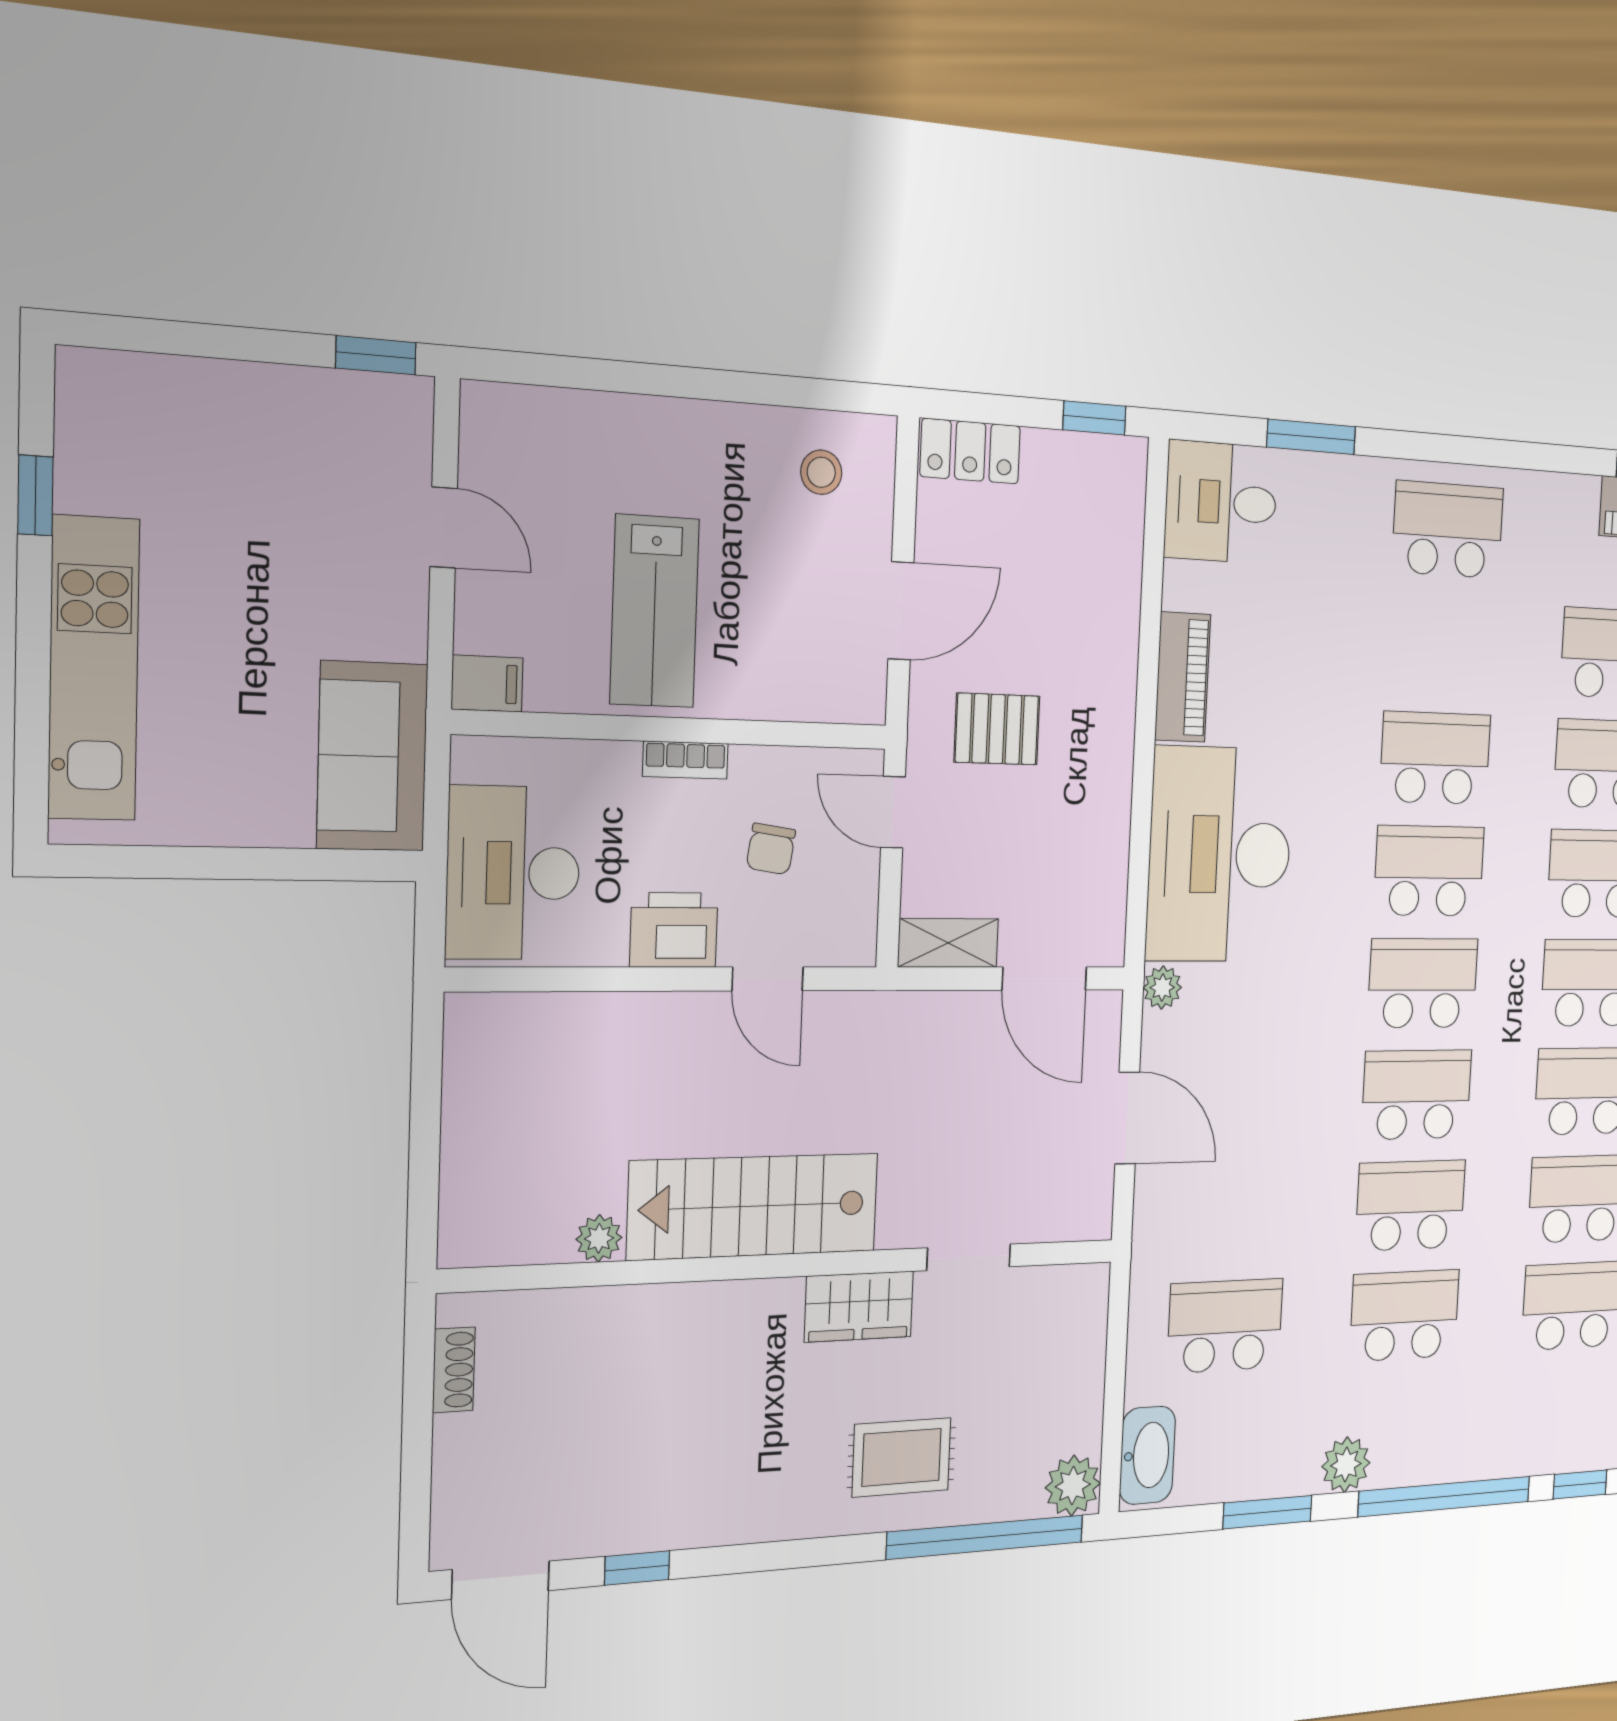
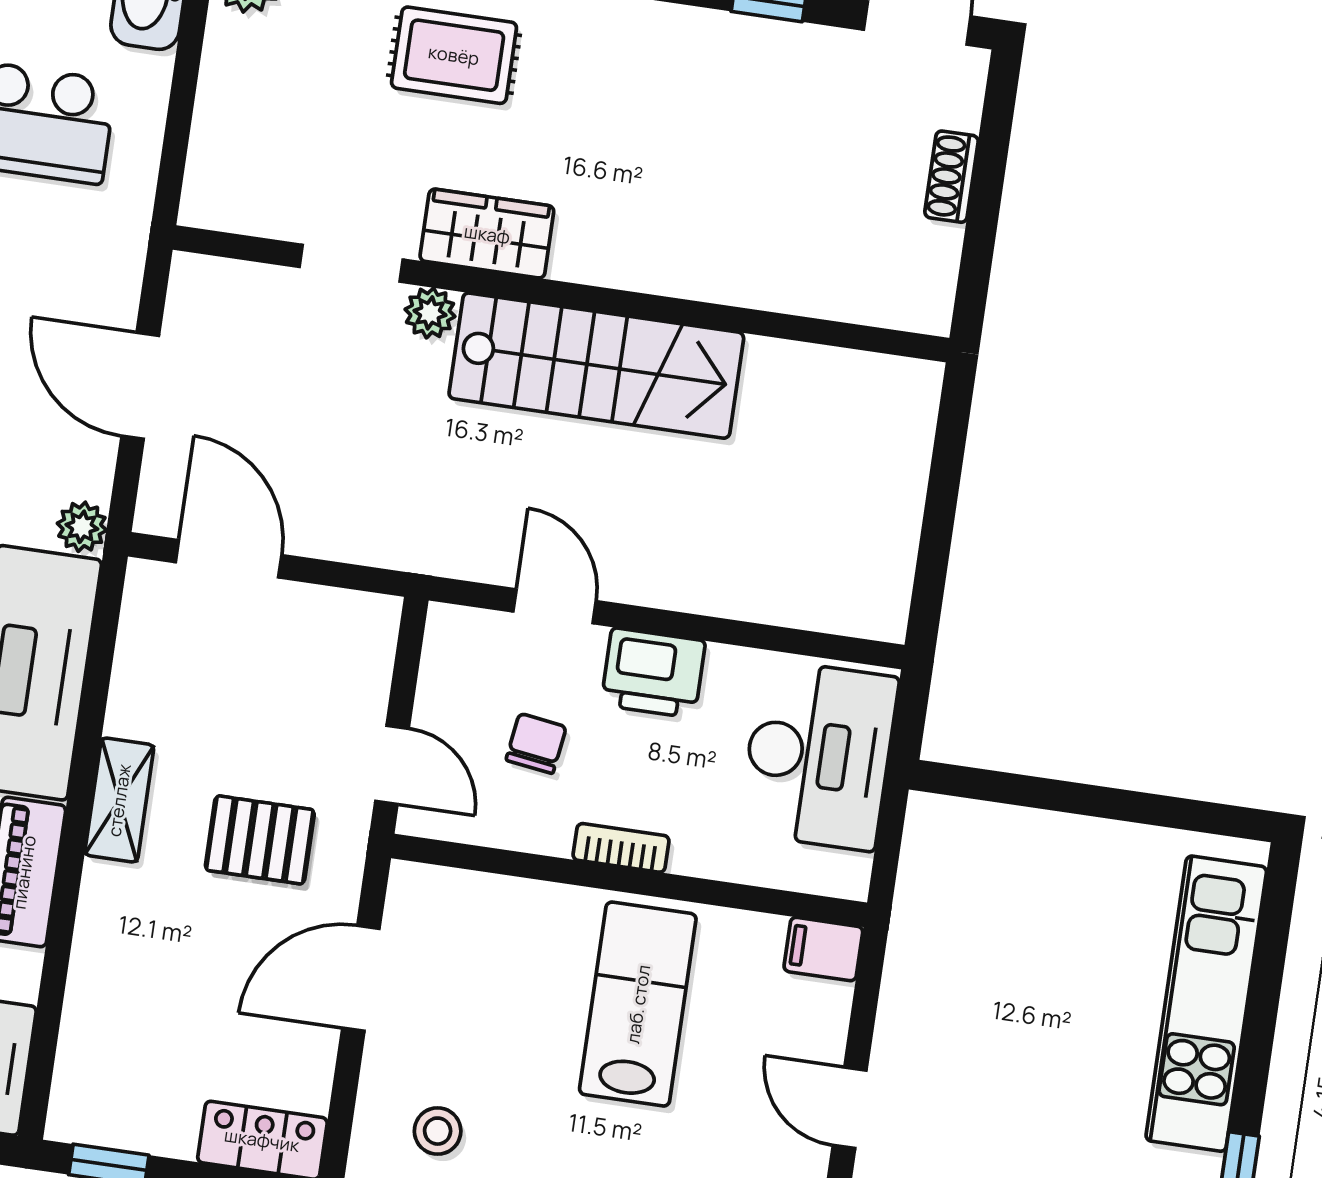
sofa: (372, 756) -> (949, 890), removed
shelving: (948, 943) -> (119, 800), moved, turned 90
plant: (599, 1238) -> (430, 313), moved
shoe rack: (454, 1370) -> (951, 177), moved

